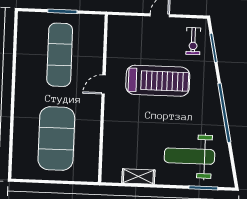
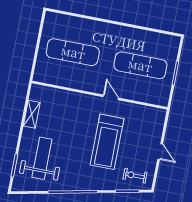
exercise mat: (56, 138) -> (73, 52), width x0.68

